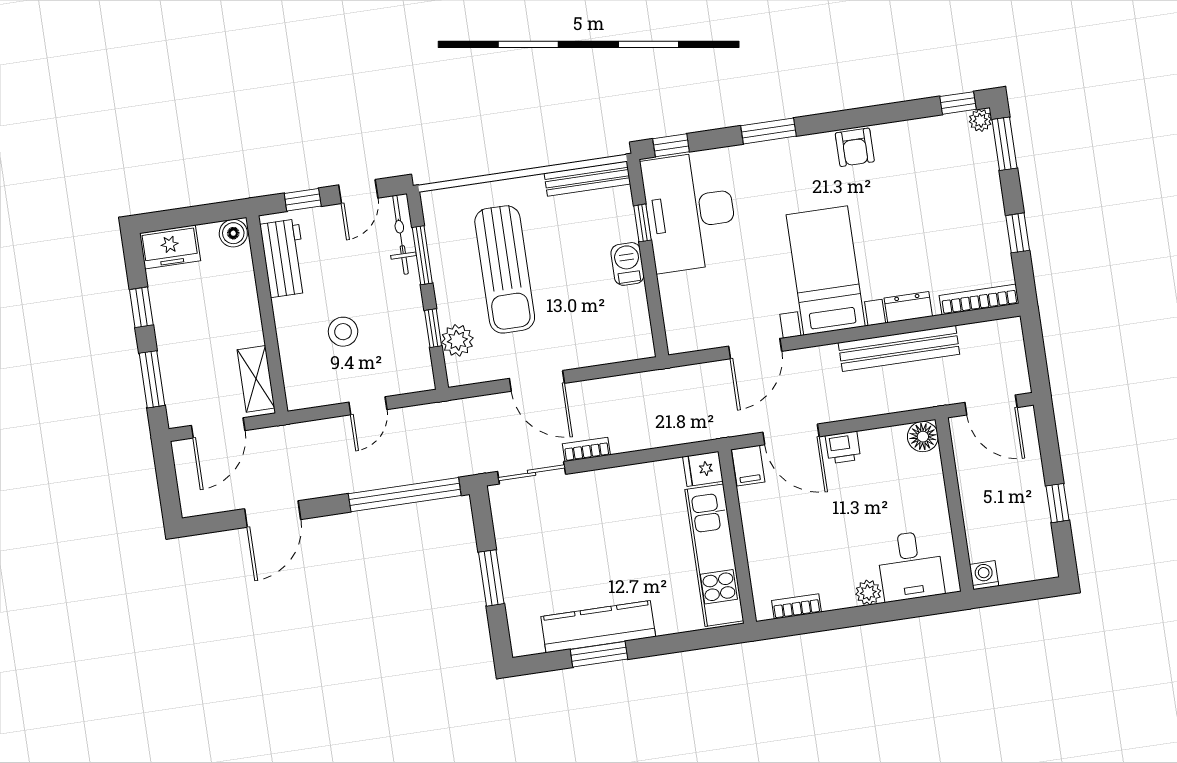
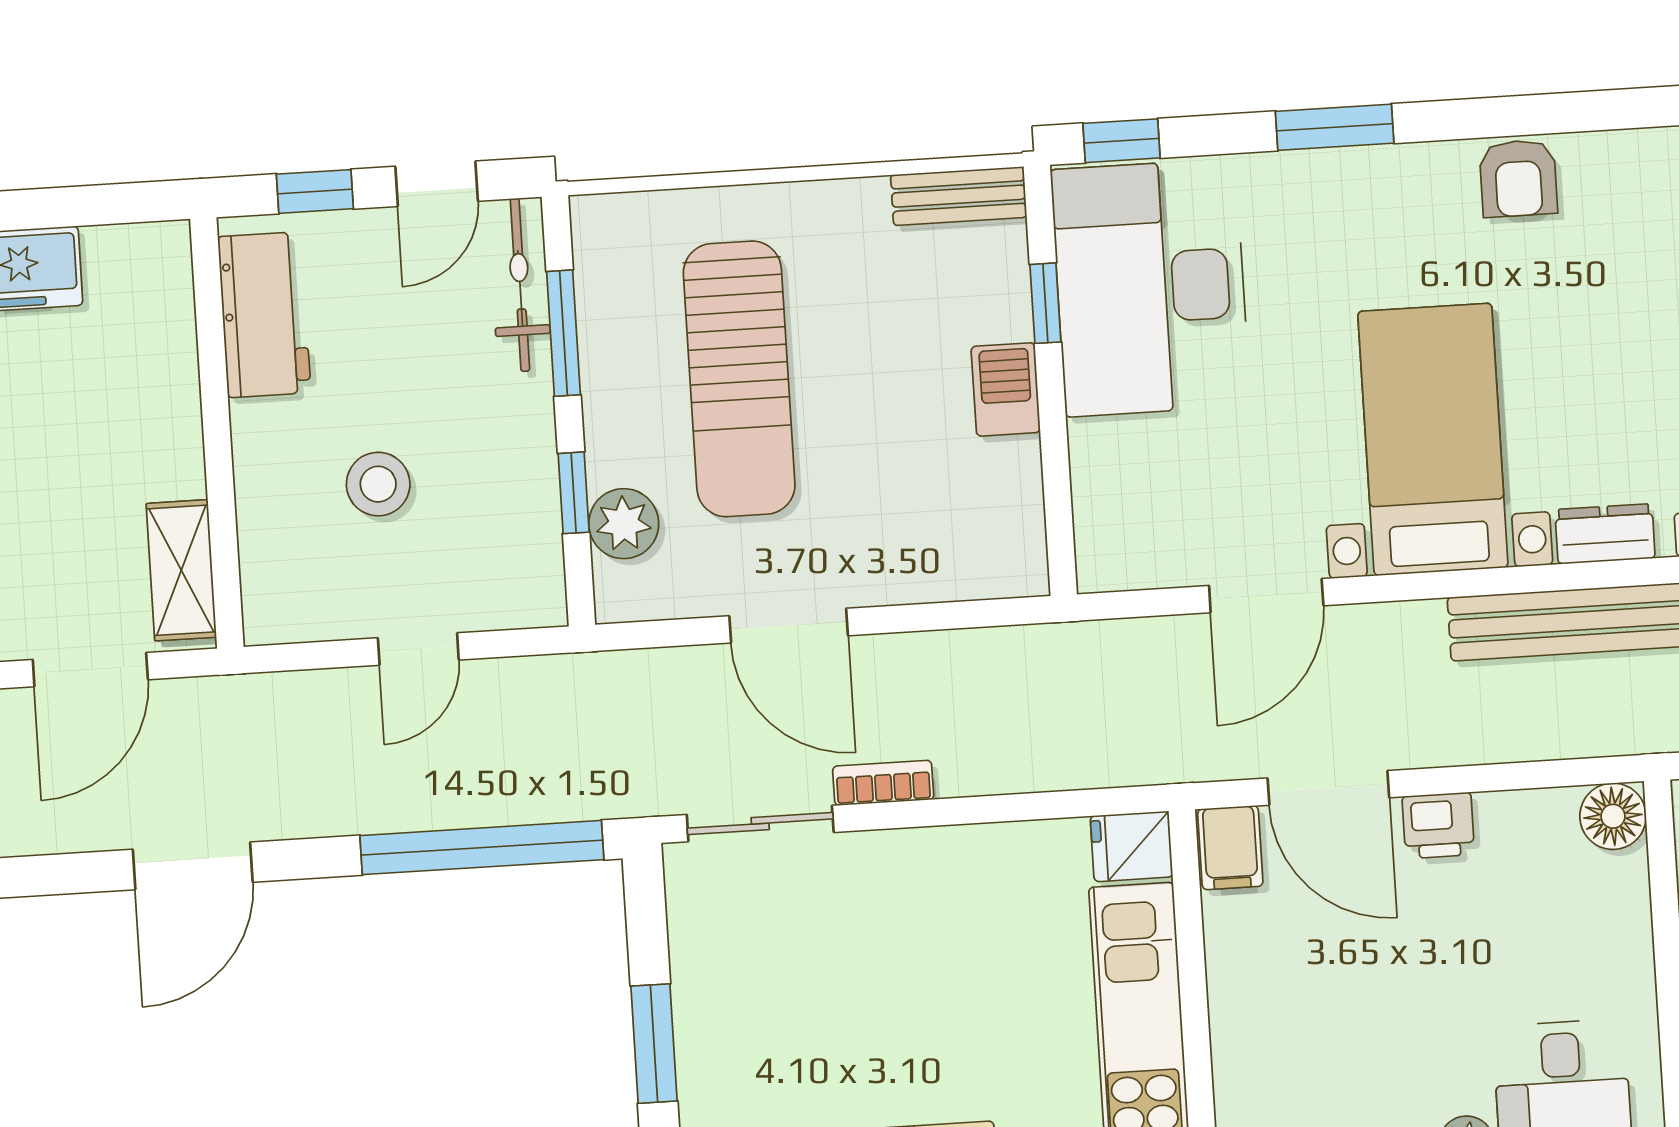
bench: (587, 179) -> (959, 196), width x0.73
boiler: (233, 233) -> (159, 251), removed

